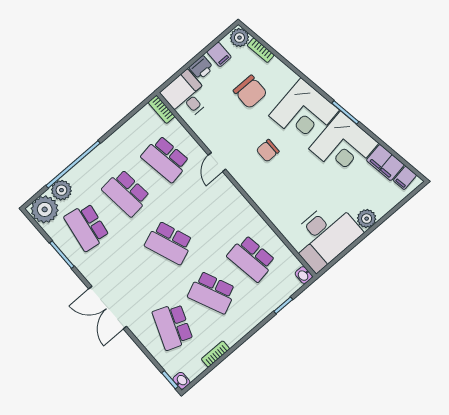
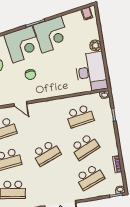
filing cabinet: (385, 163) -> (73, 19), removed
school desk: (173, 326) -> (90, 177), turned -42

